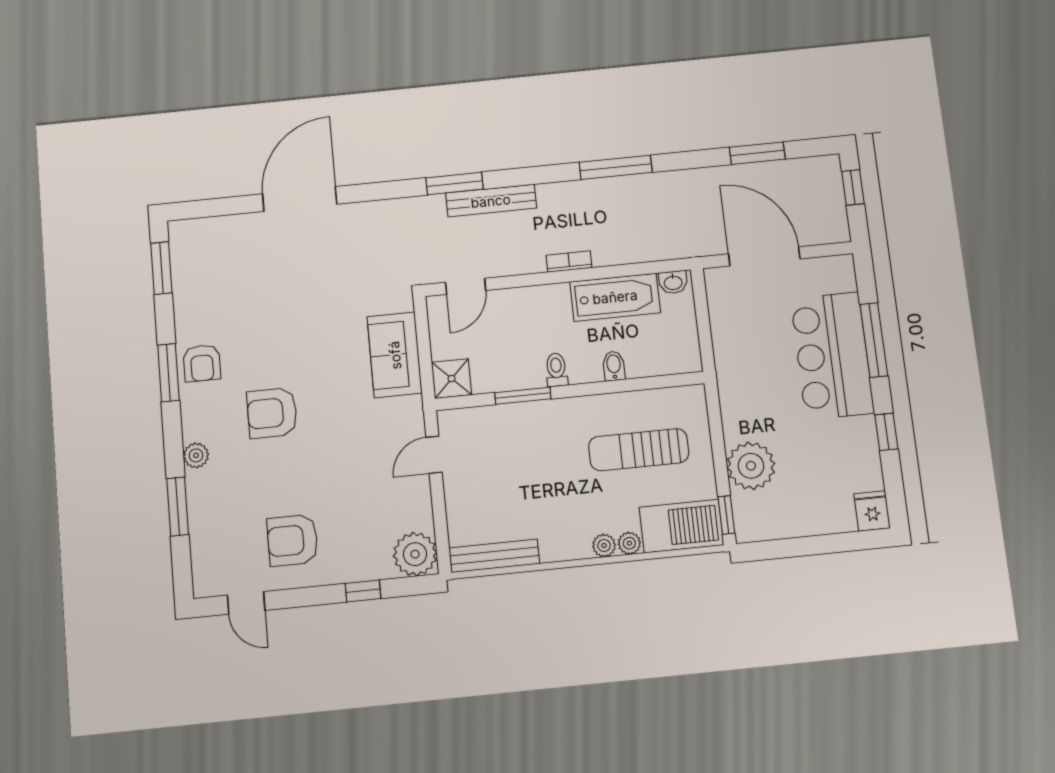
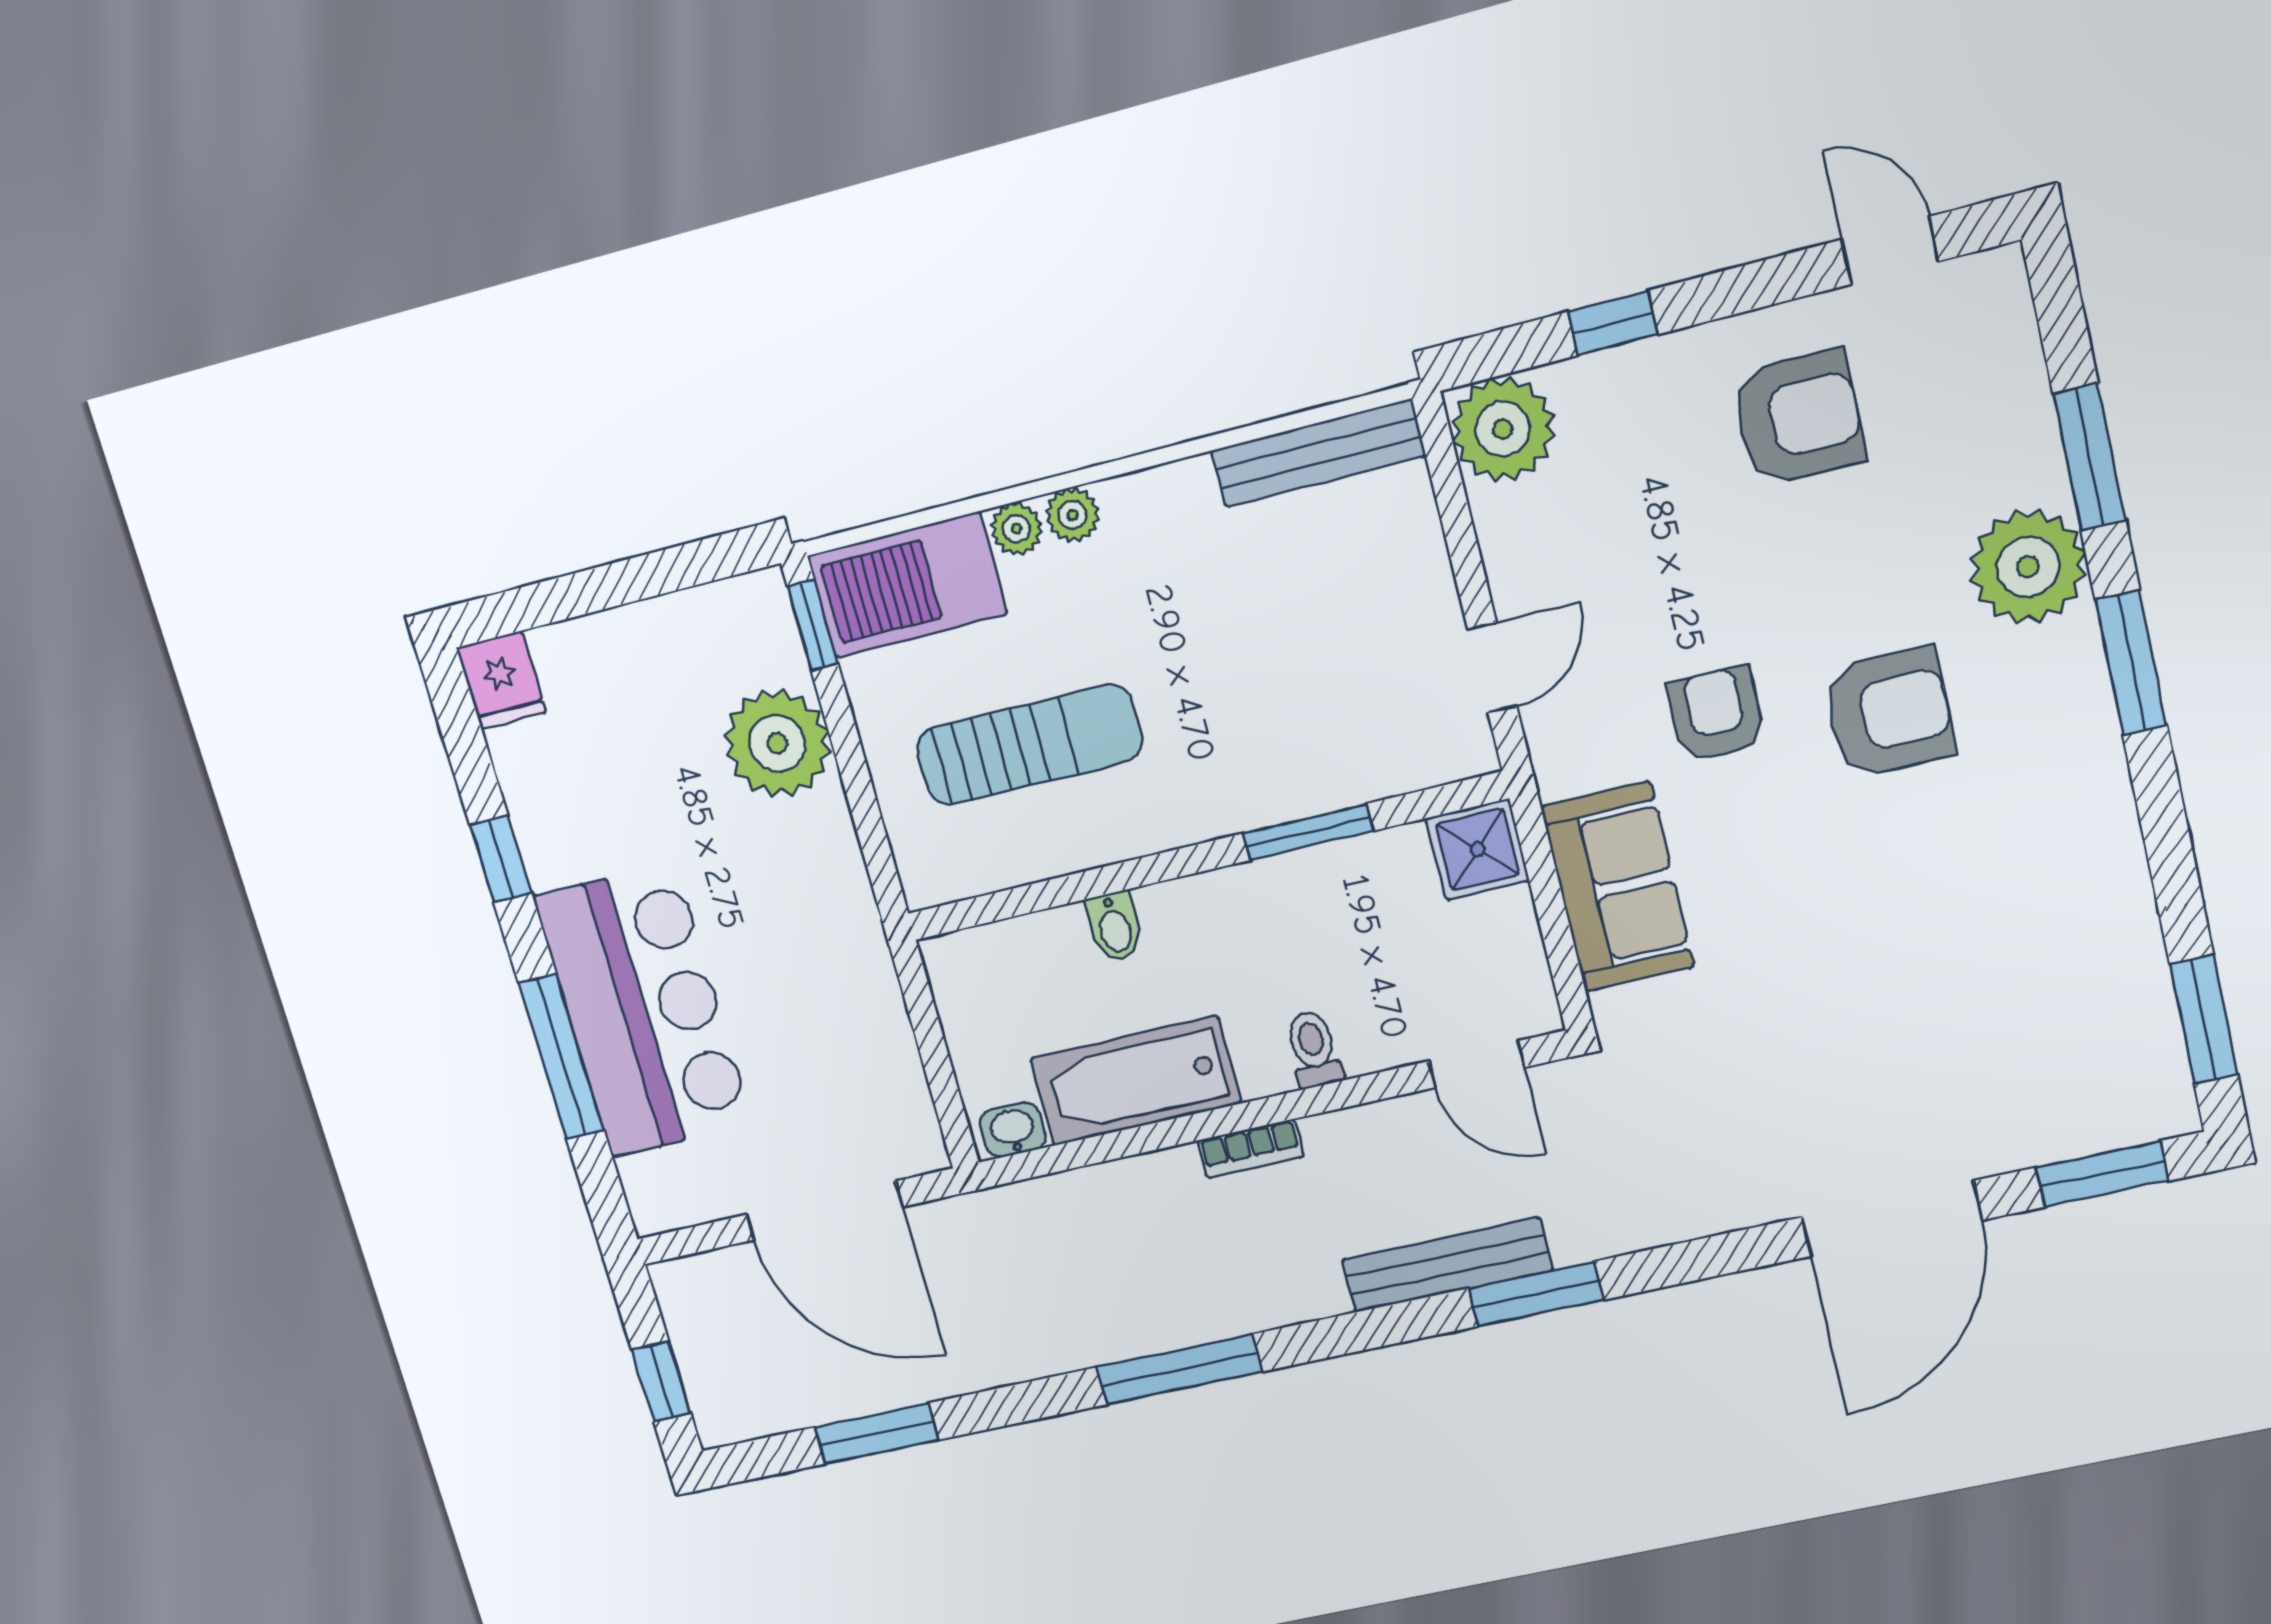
window: (211, 208) -> (2102, 1174), added
door: (466, 286) -> (1476, 1064), swing flipped
armchair: (202, 363) -> (1716, 714), moved
toilet: (556, 370) -> (1313, 1049), moved, turned 180
window: (168, 373) -> (2131, 663), moved
plant: (196, 455) -> (2028, 567), width x1.88, depth x1.88

